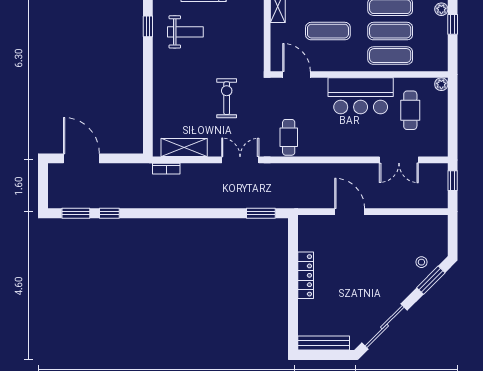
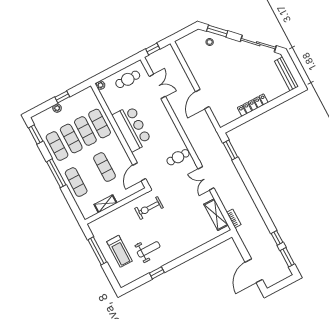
weight bench: (185, 32) -> (149, 249), turned 90
exercise bike: (227, 98) -> (149, 208), moved
cafe table: (410, 110) -> (128, 79), moved

